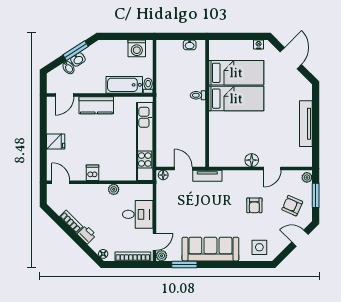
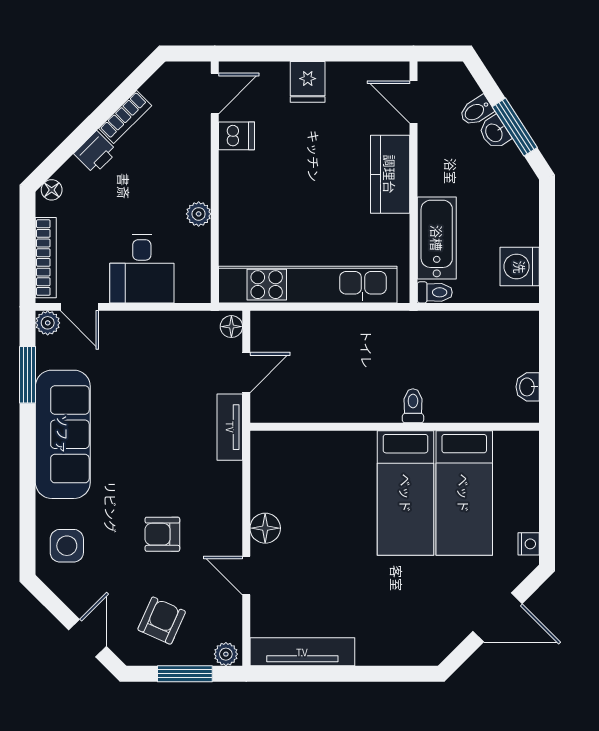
tv unit: (306, 124) -> (302, 652), moved
dishwasher: (92, 173) -> (236, 136), moved

